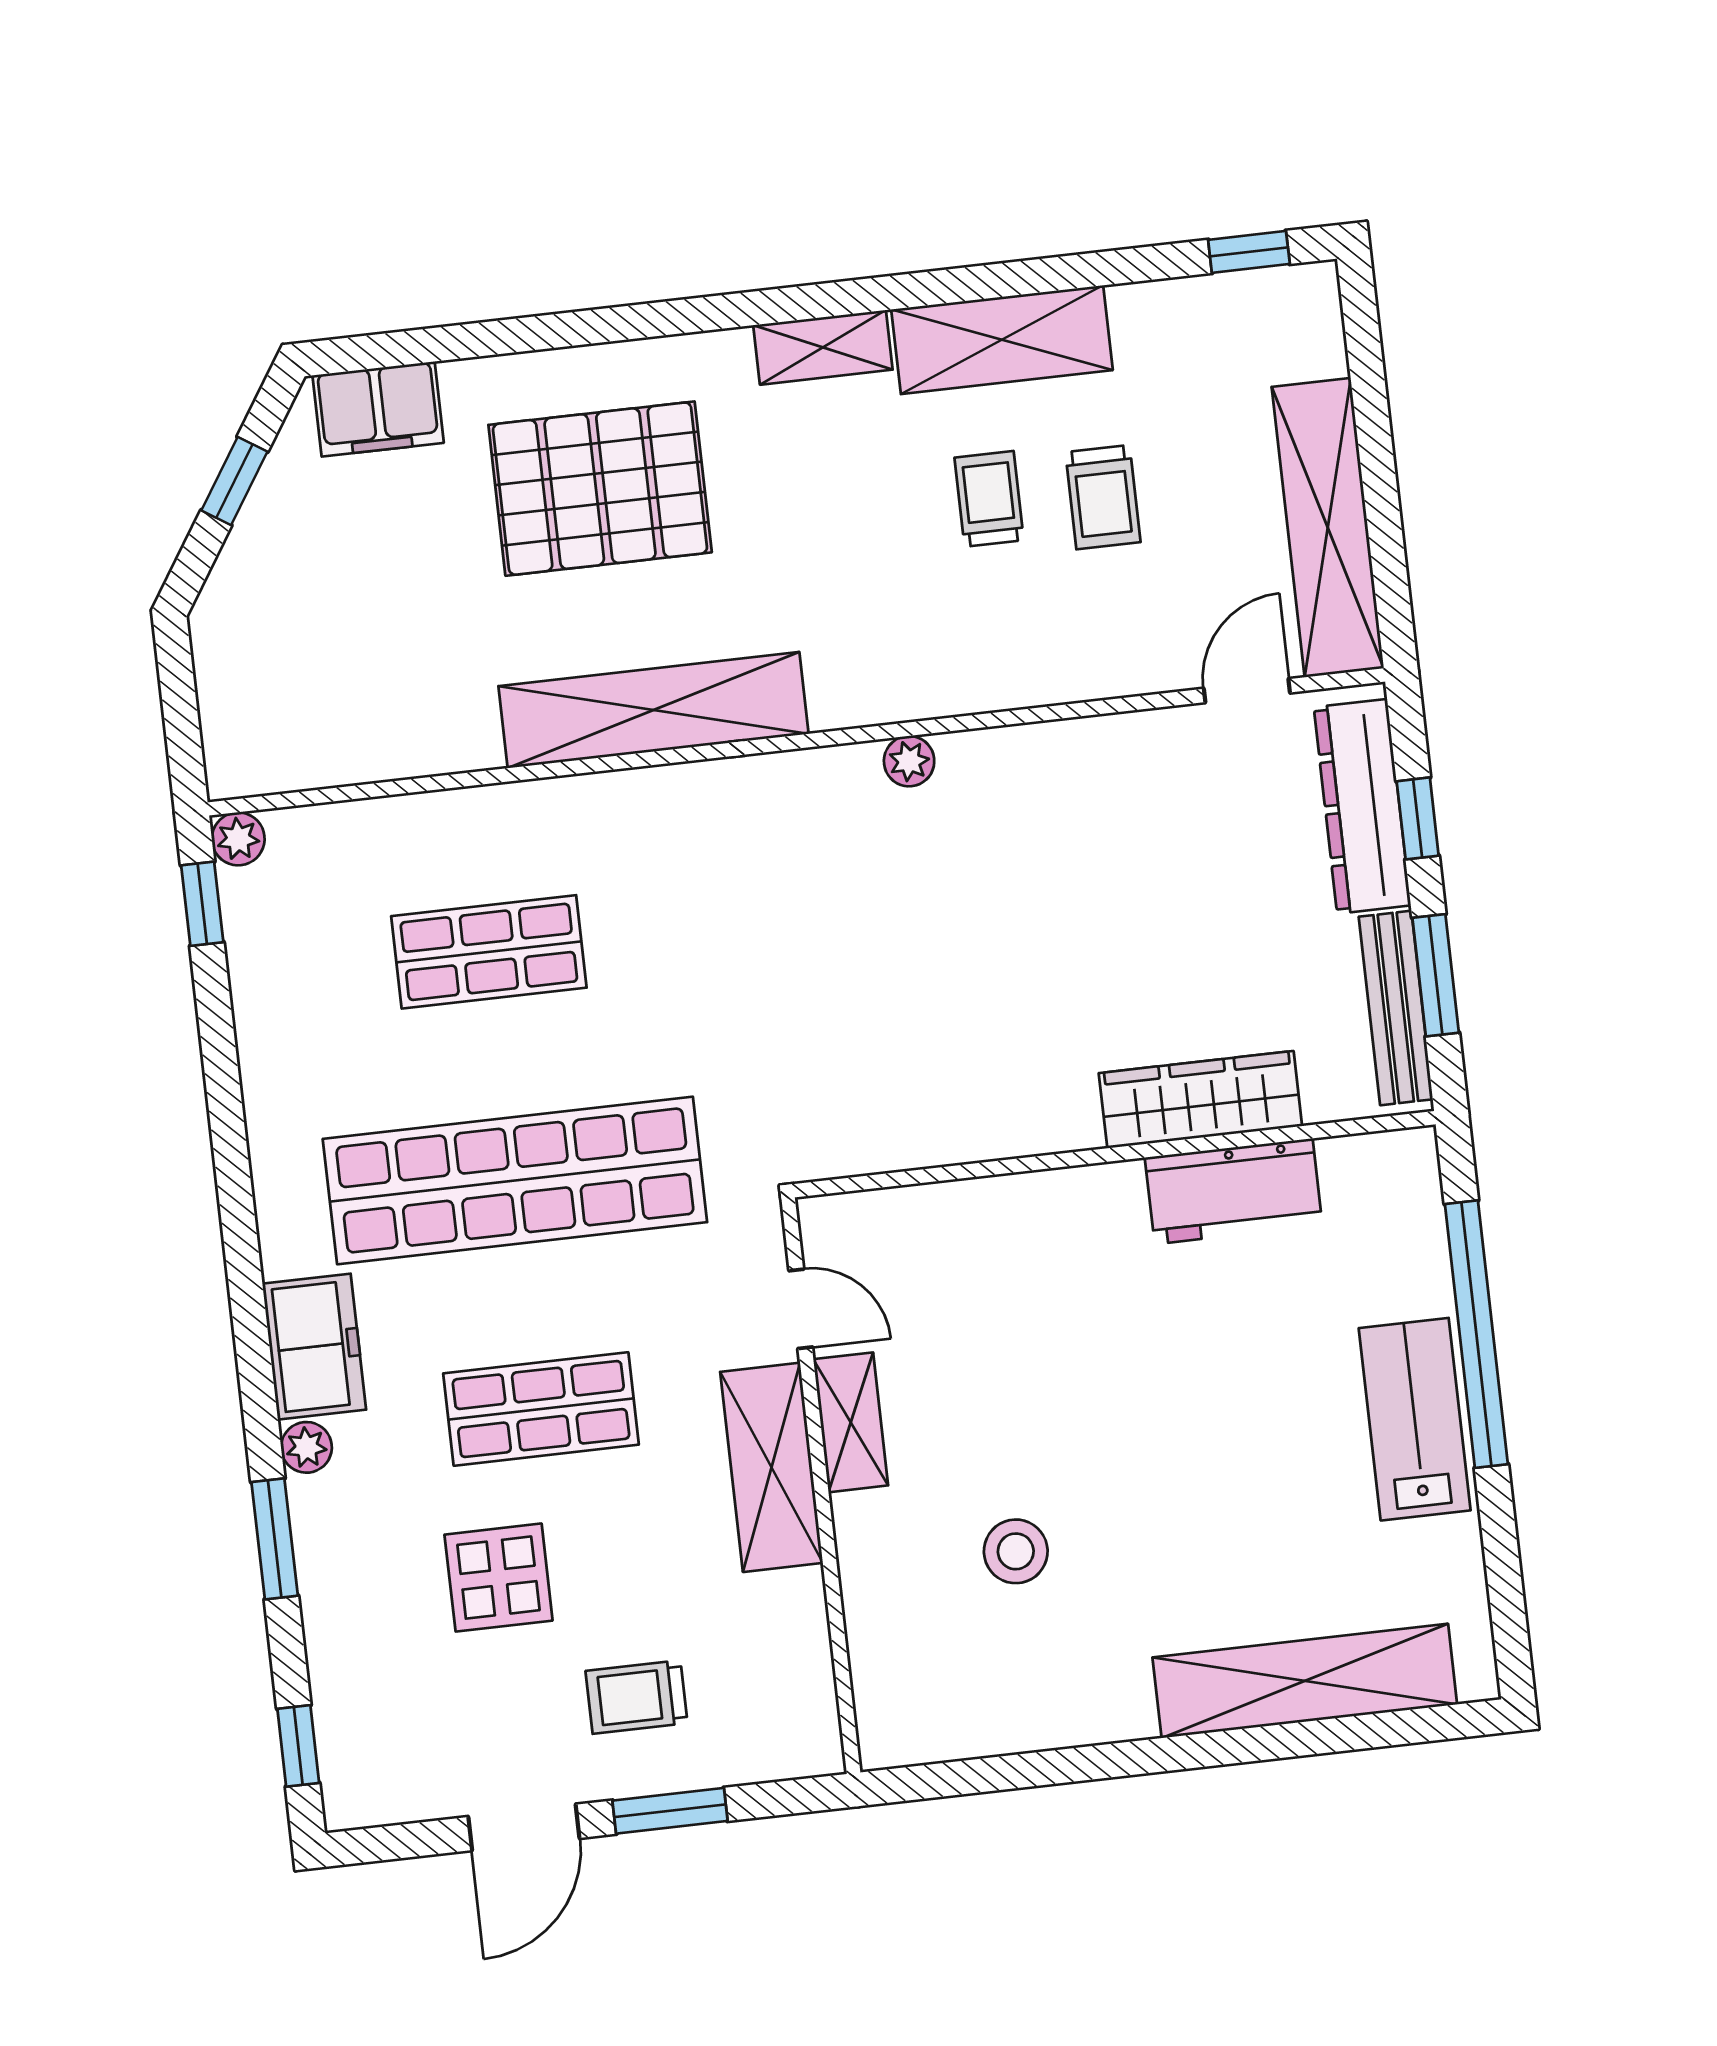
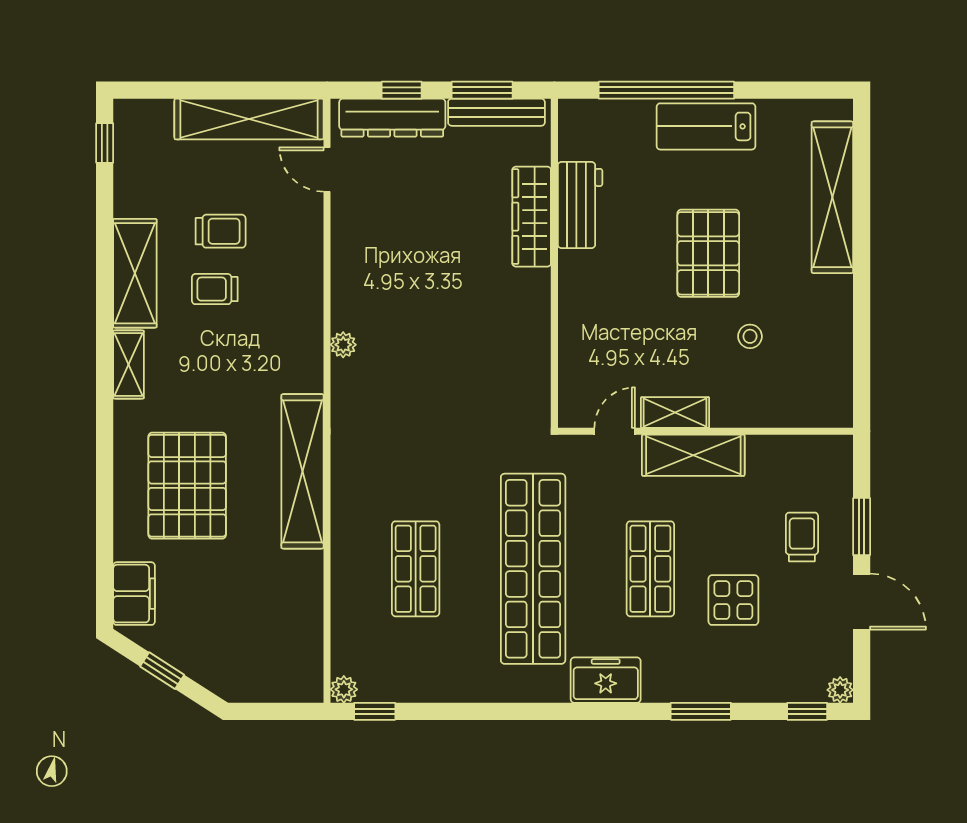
plant: (306, 1447) -> (840, 690), moved
pallet: (1168, 1452) -> (708, 253), added
stool: (1016, 1551) -> (750, 336), width x0.73, depth x0.73
trolley: (637, 1697) -> (802, 537), turned 180

